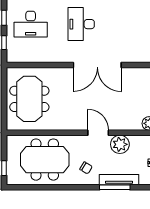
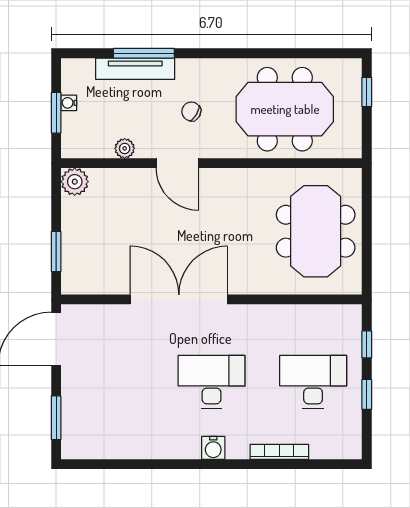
desk: (81, 24) -> (211, 382), turned -90
plant: (120, 144) -> (125, 148), width x0.53, depth x0.53
chair: (86, 168) -> (191, 111), moved

